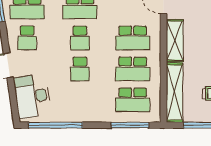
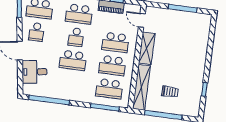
school desk: (80, 69) -> (73, 60), width x1.85
desk: (32, 96) -> (35, 72), width x0.73

